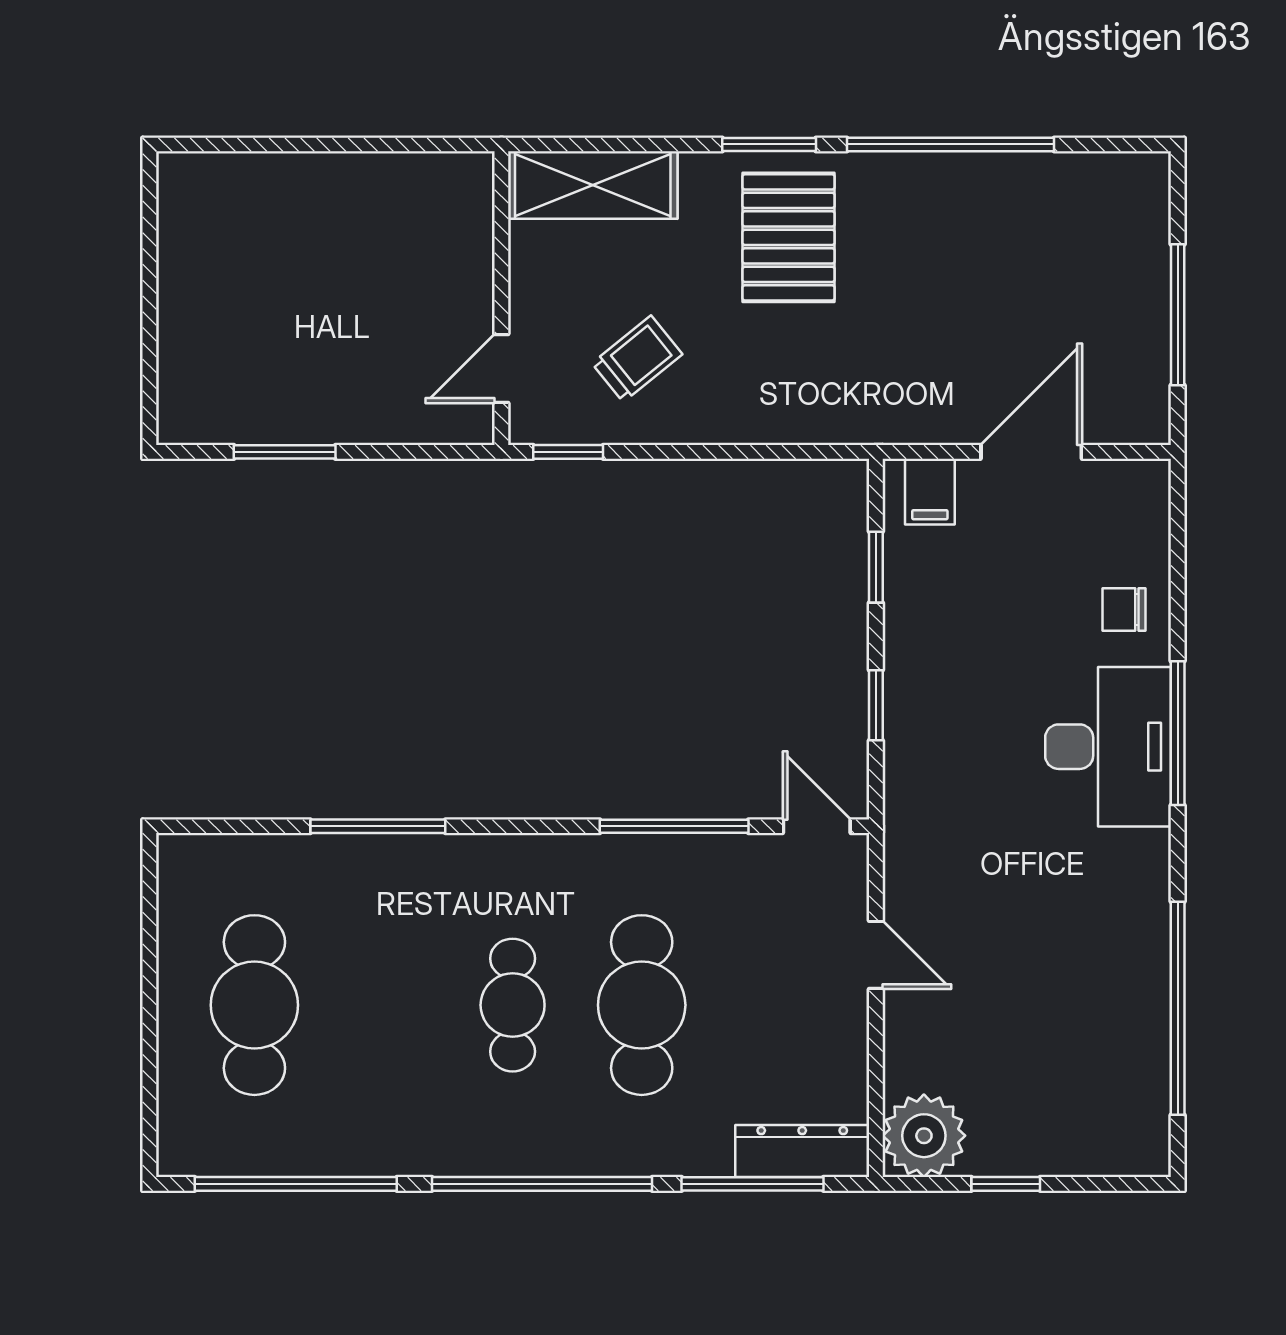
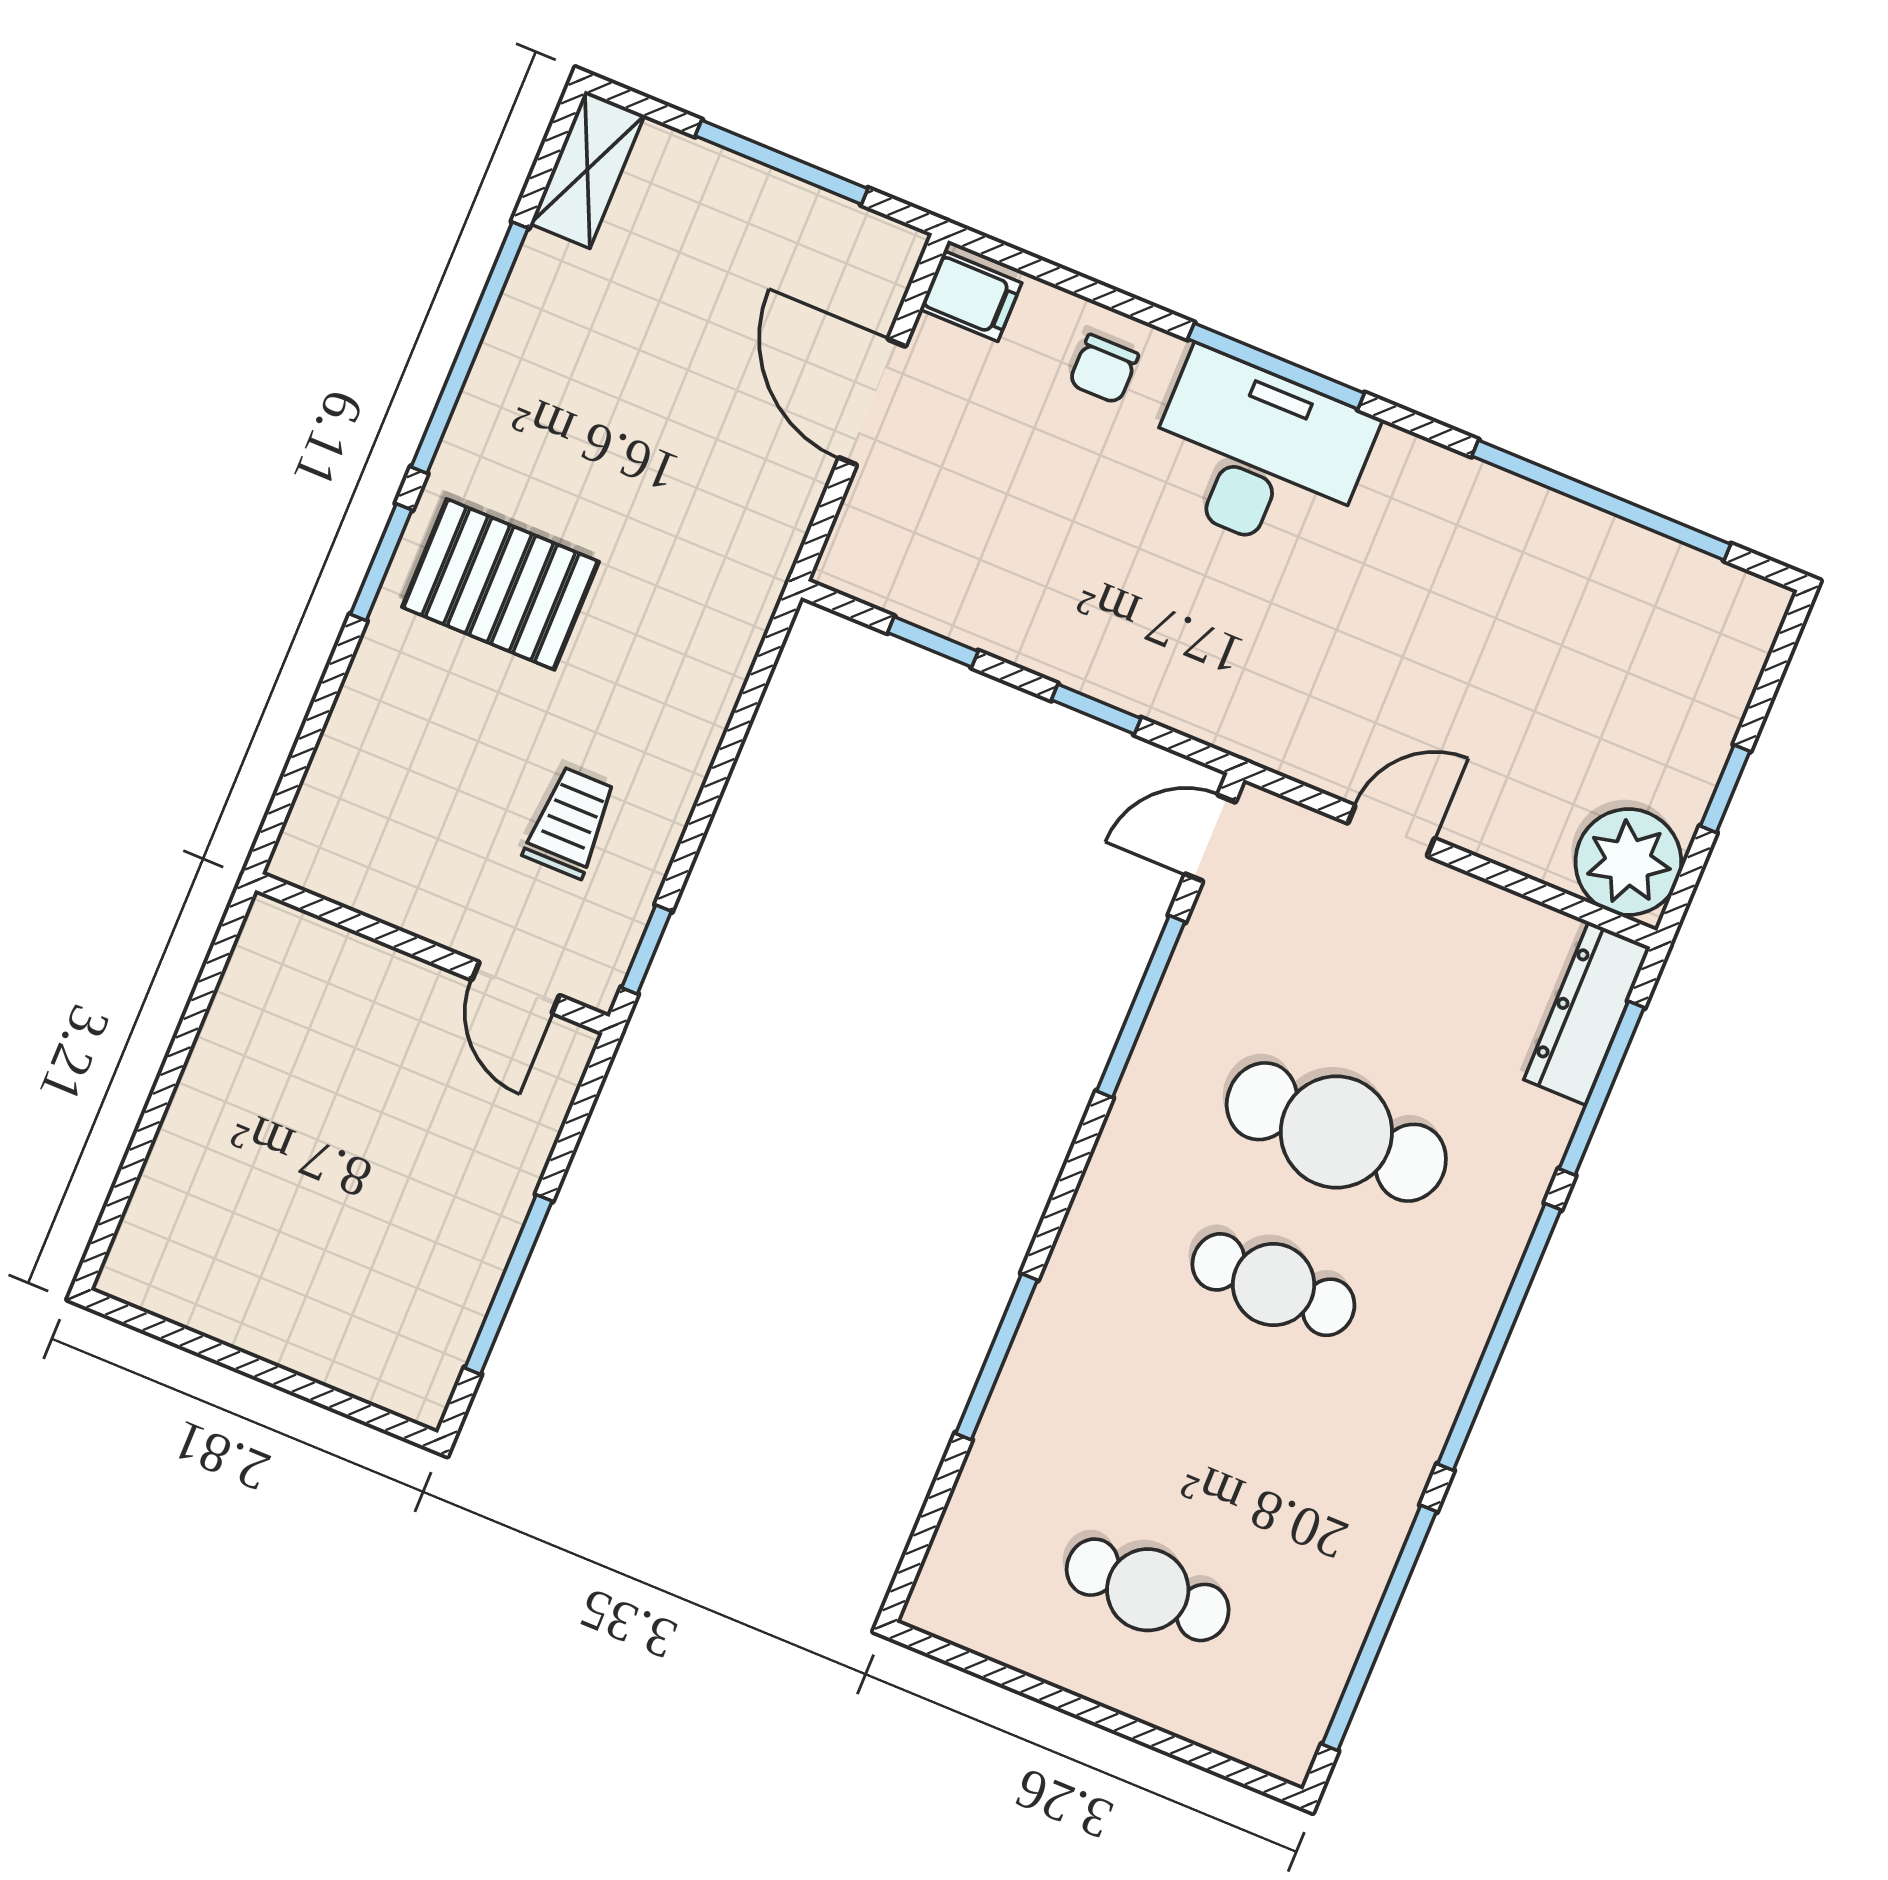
shelving: (593, 185) -> (587, 170), moved, width x0.67, depth x0.75
trolley: (637, 359) -> (570, 822), turned 39
window: (285, 452) -> (508, 1284), width x1.44
filing cabinet: (930, 492) -> (971, 296), moved
cafe table: (254, 1005) -> (1148, 1590), width x0.73, depth x0.74

